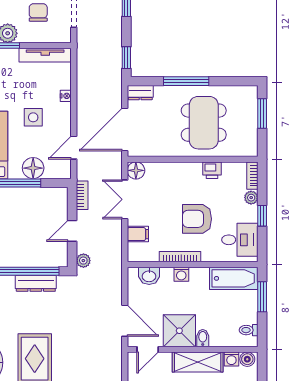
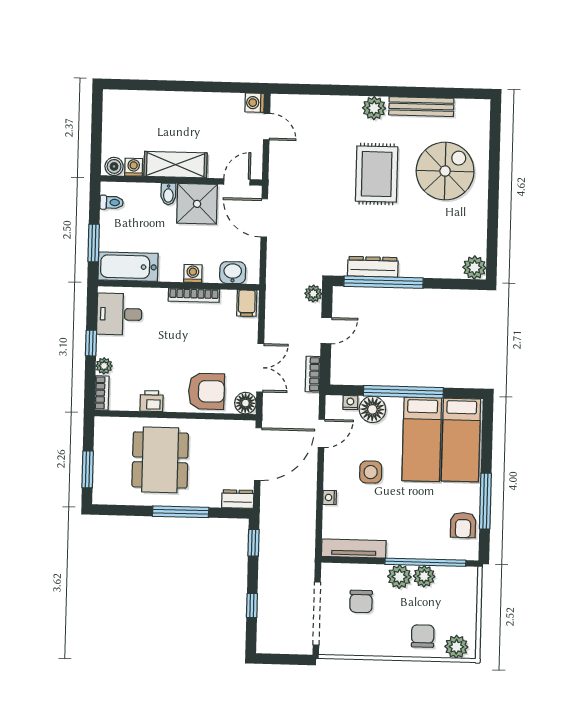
nightstand: (51, 173) -> (350, 403), added
armchair: (197, 219) -> (206, 391), moved
filing cabinet: (138, 234) -> (247, 303), moved, turned -90

